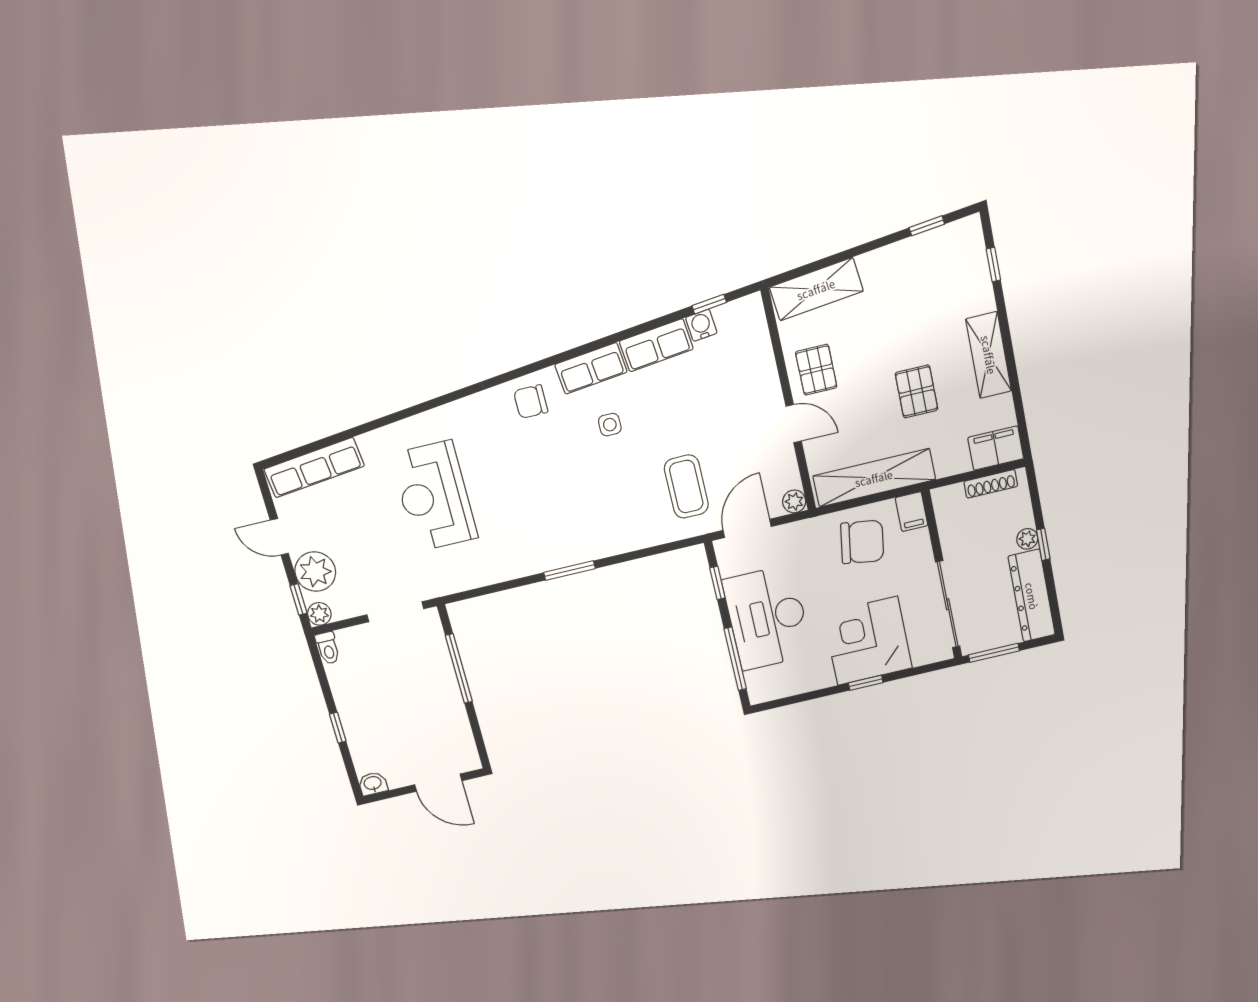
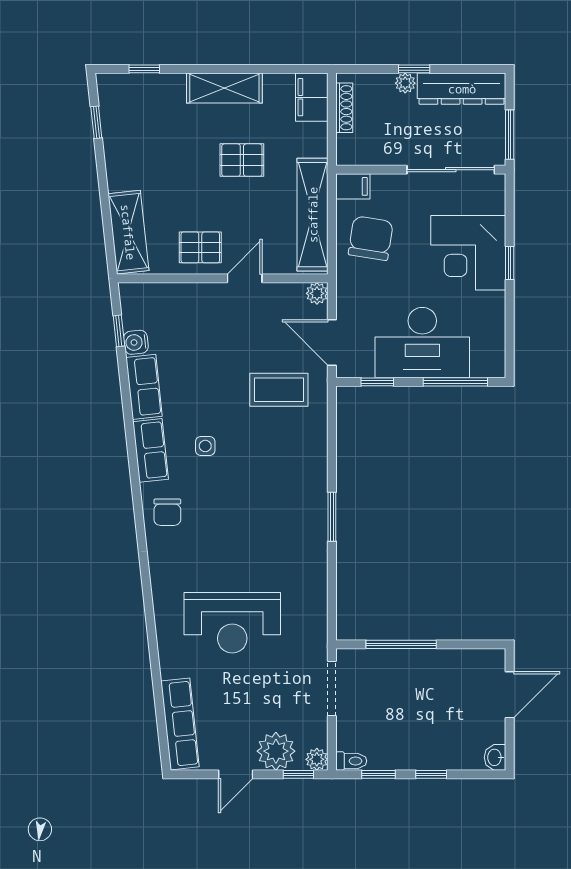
window: (322, 677) -> (378, 774), added

